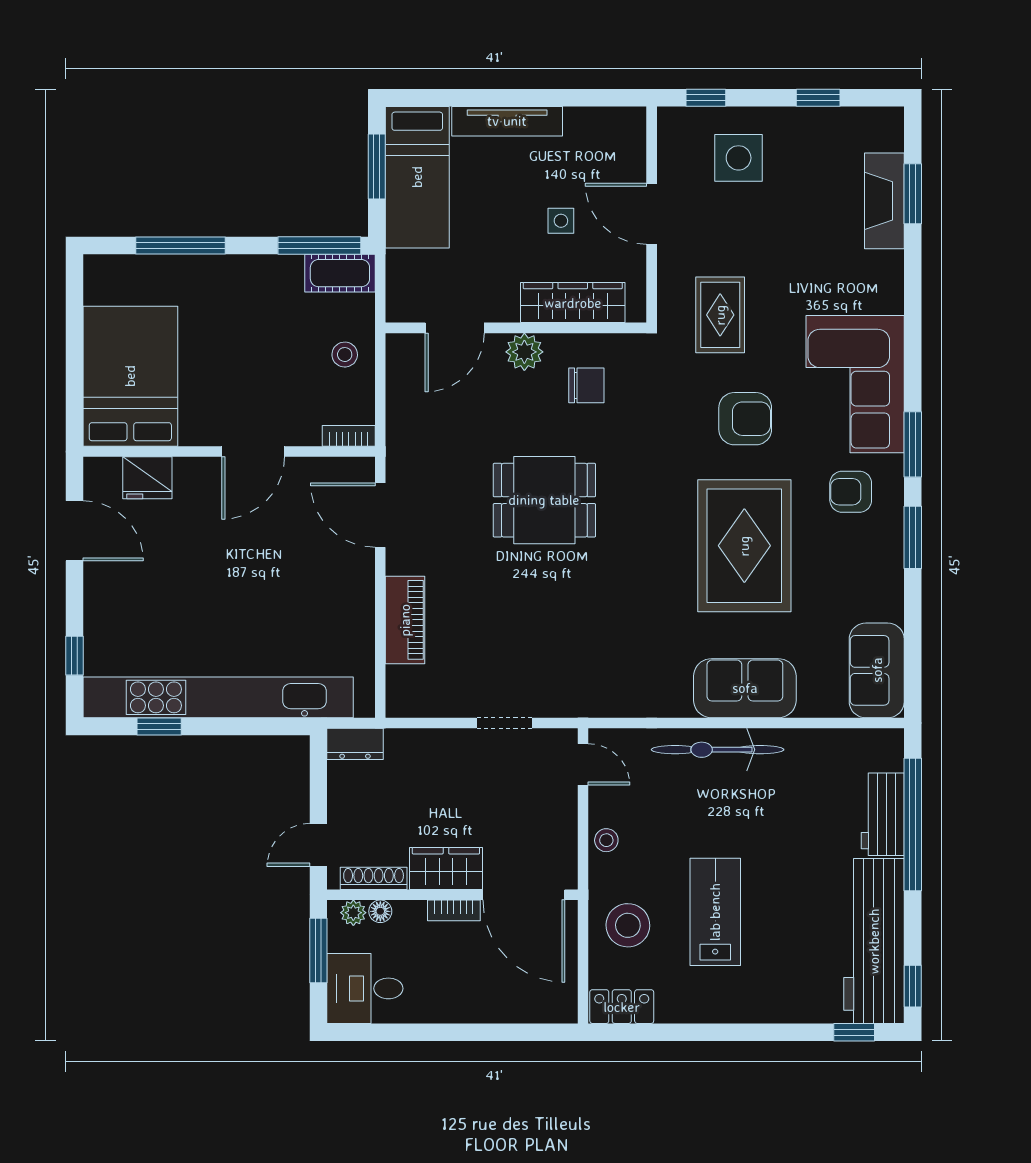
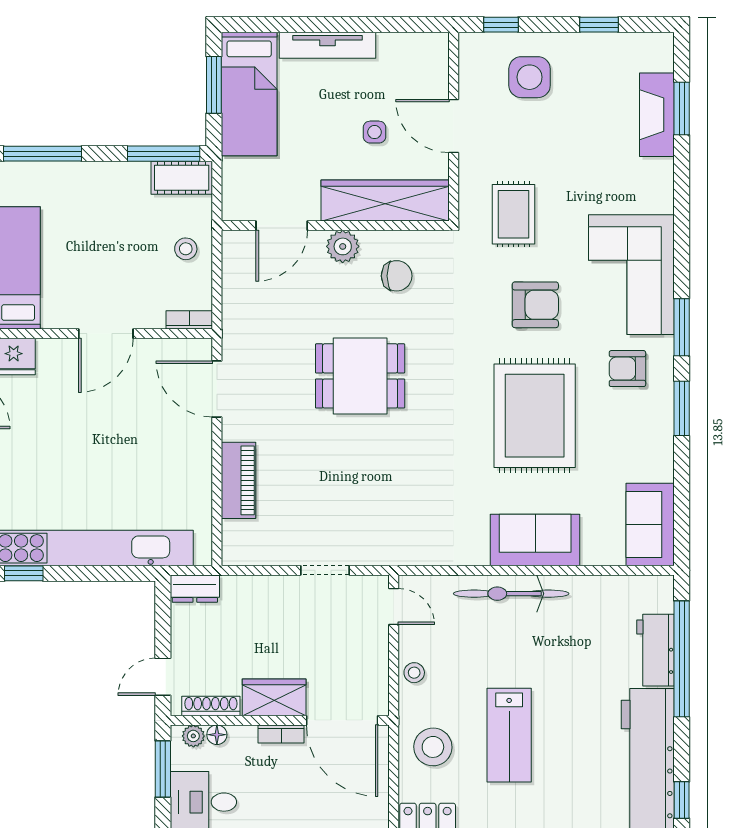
wardrobe: (573, 303) -> (385, 200), width x1.40, depth x1.17
lab bench: (715, 912) -> (509, 735), turned 180

